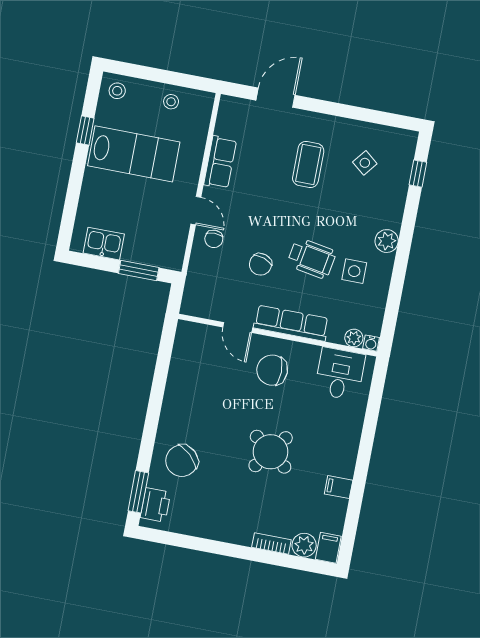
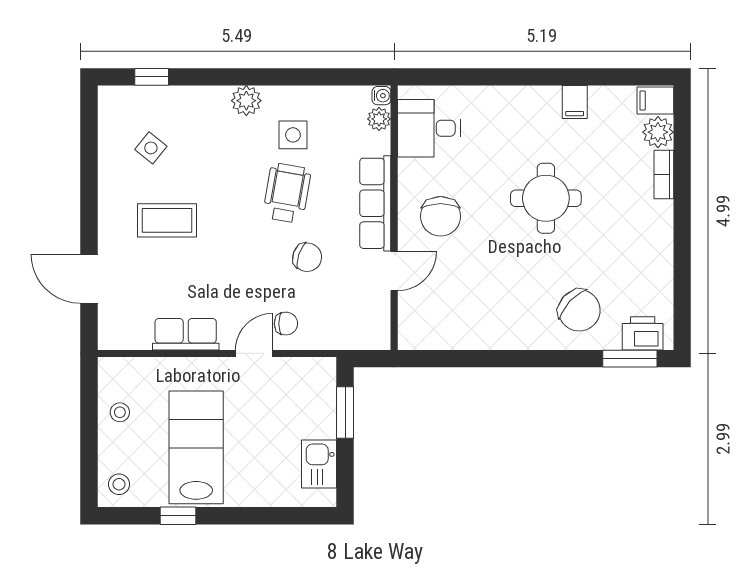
round table: (271, 452) -> (546, 198), turned -37

